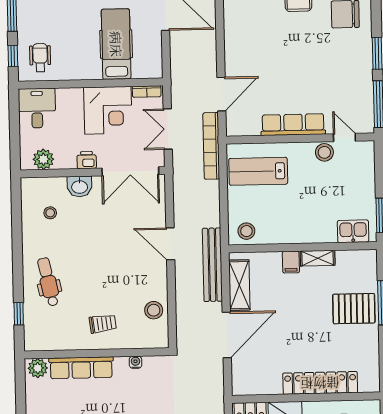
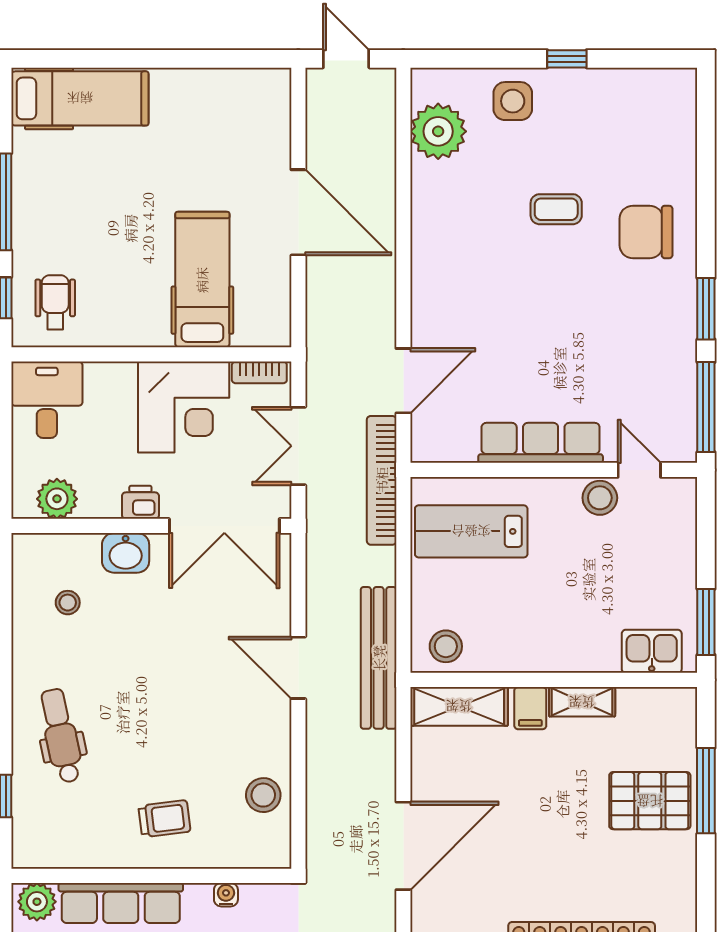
bench: (212, 265) -> (379, 658), moved
shelving: (239, 285) -> (459, 706), moved, turned 90

